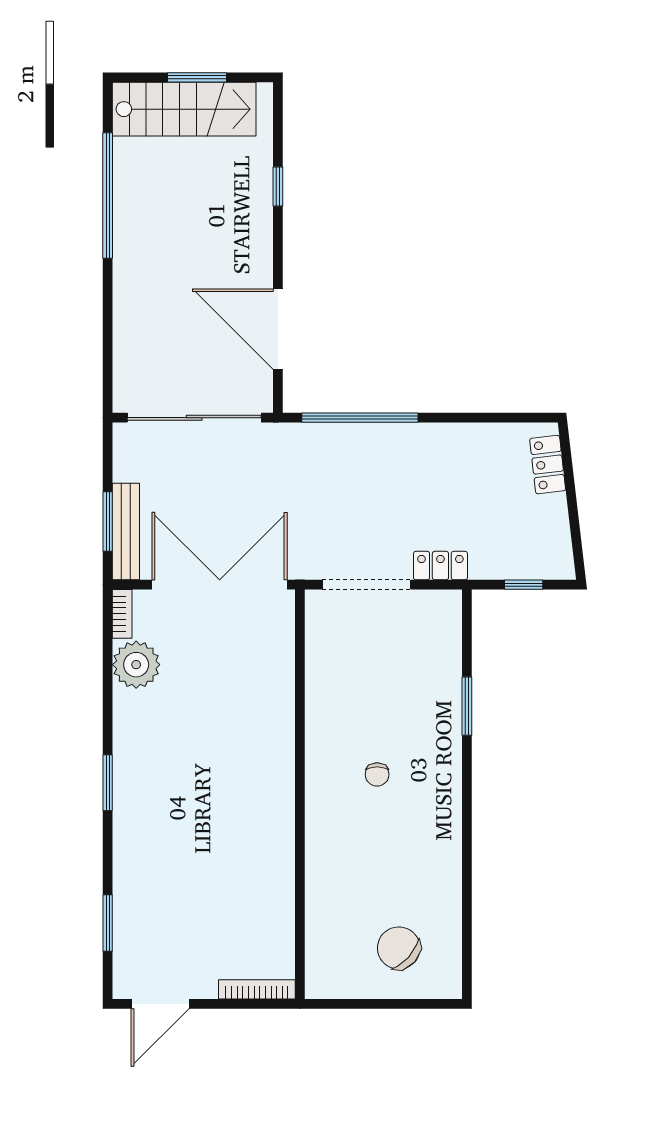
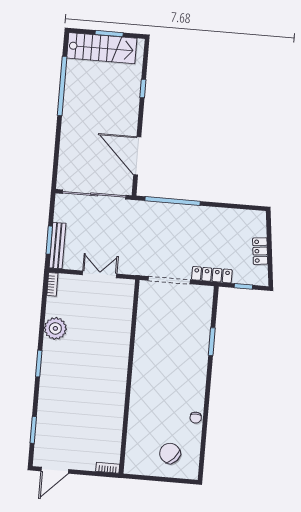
locker: (548, 465) -> (260, 251), moved
locker: (440, 566) -> (212, 275), width x1.53
double door: (220, 585) -> (100, 274), width x0.54
plant: (136, 665) -> (55, 328), moved
chair: (377, 774) -> (196, 418), moved
bookcase: (257, 989) -> (108, 468), width x0.64

